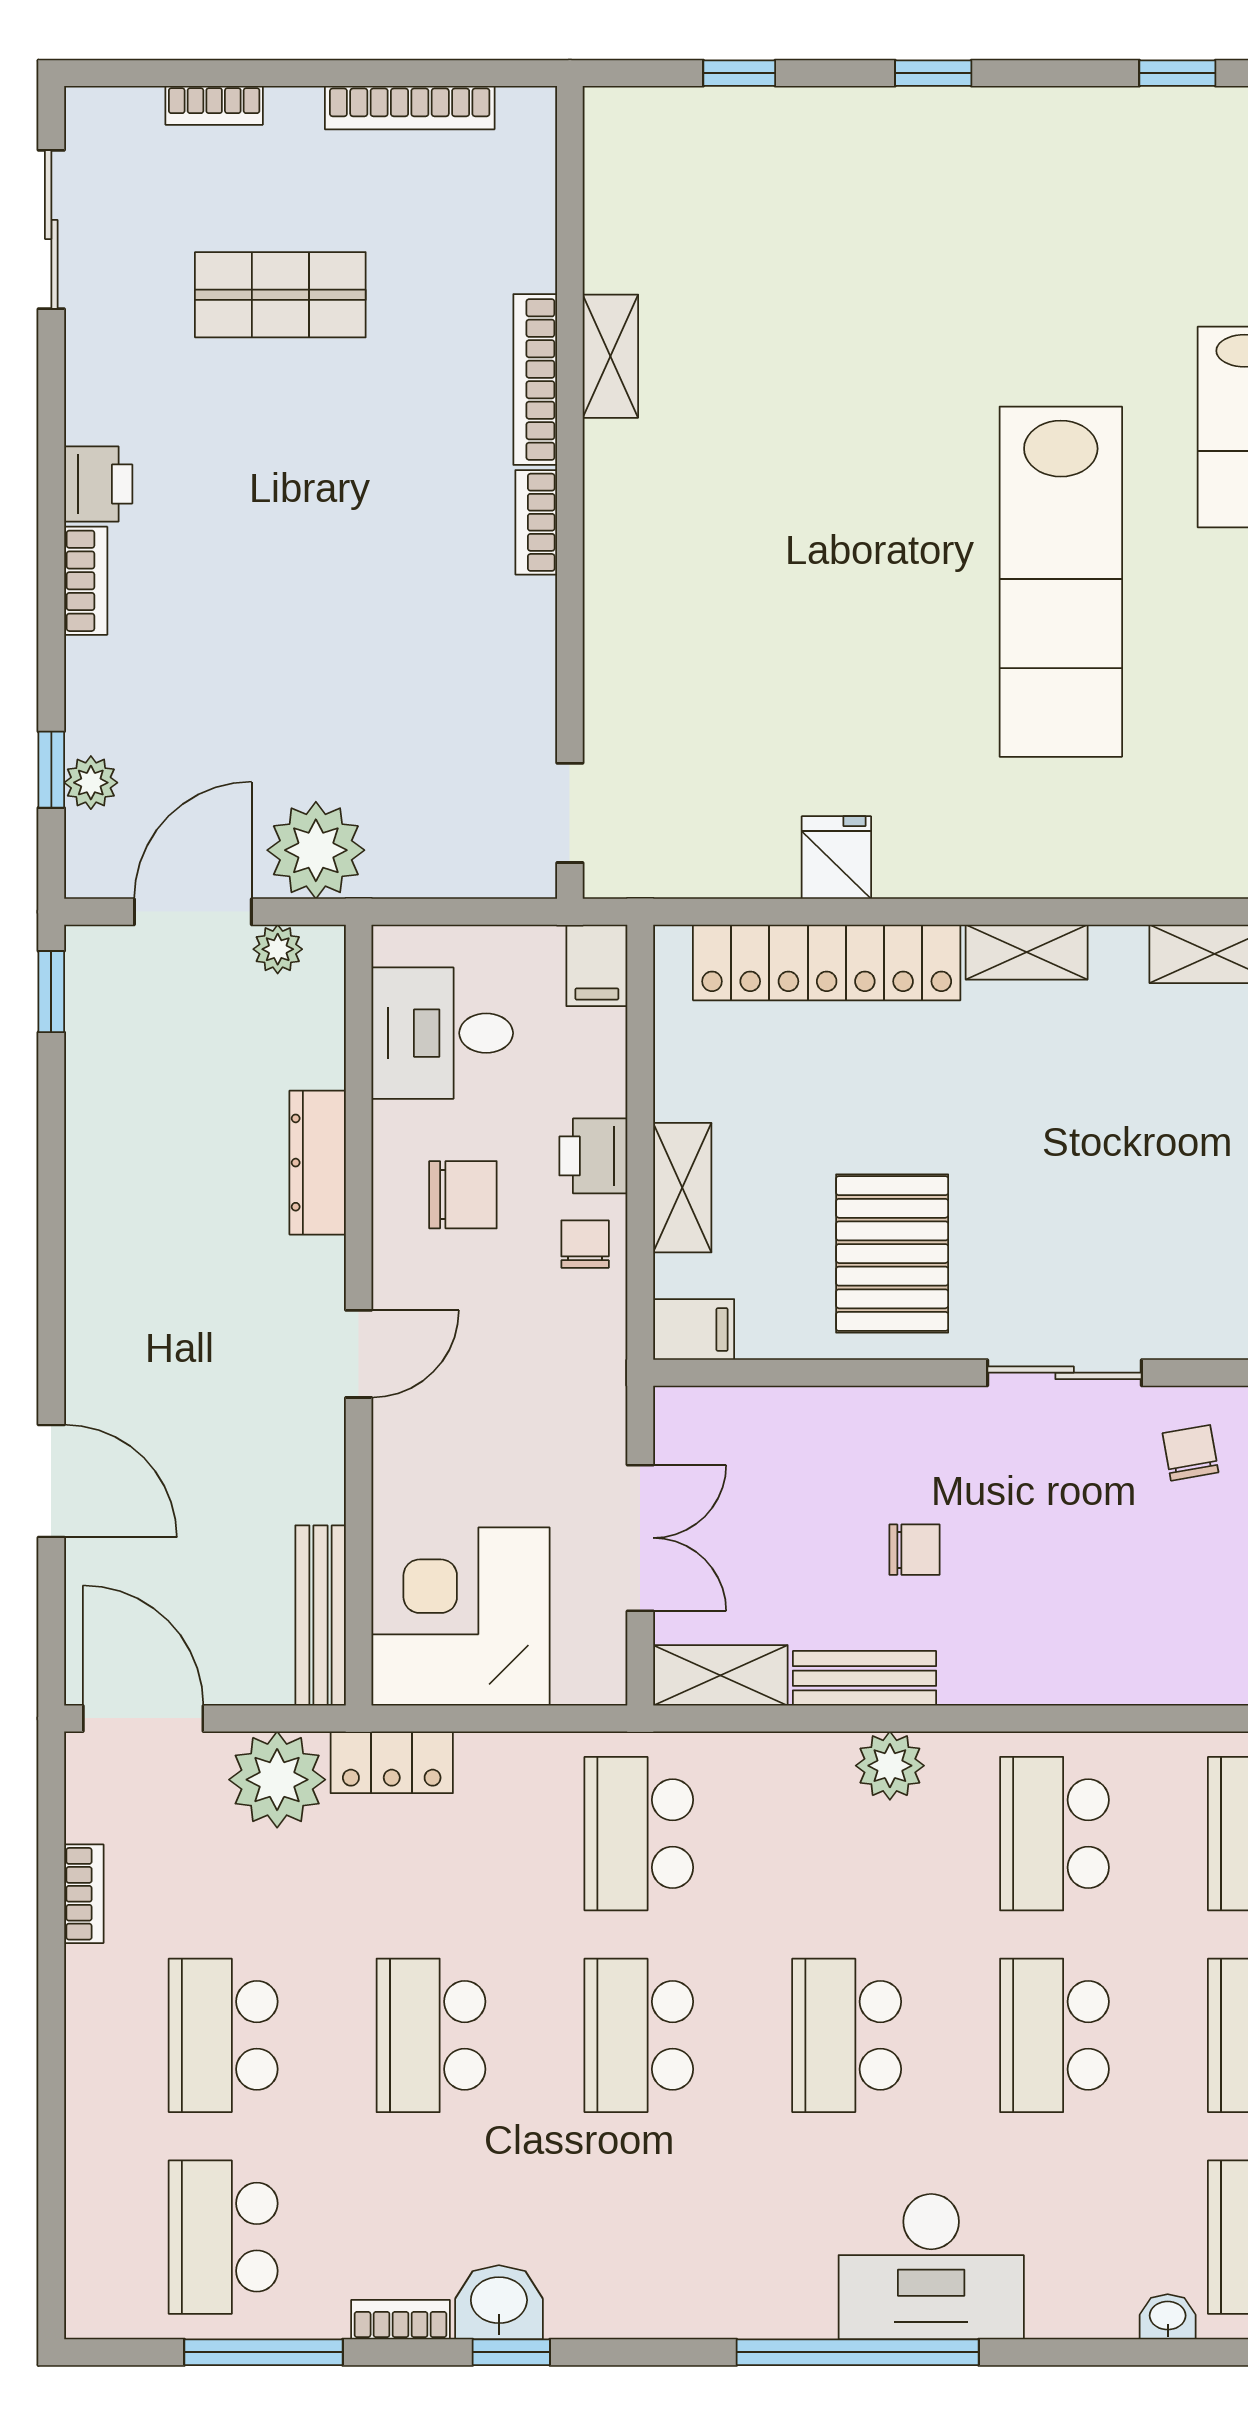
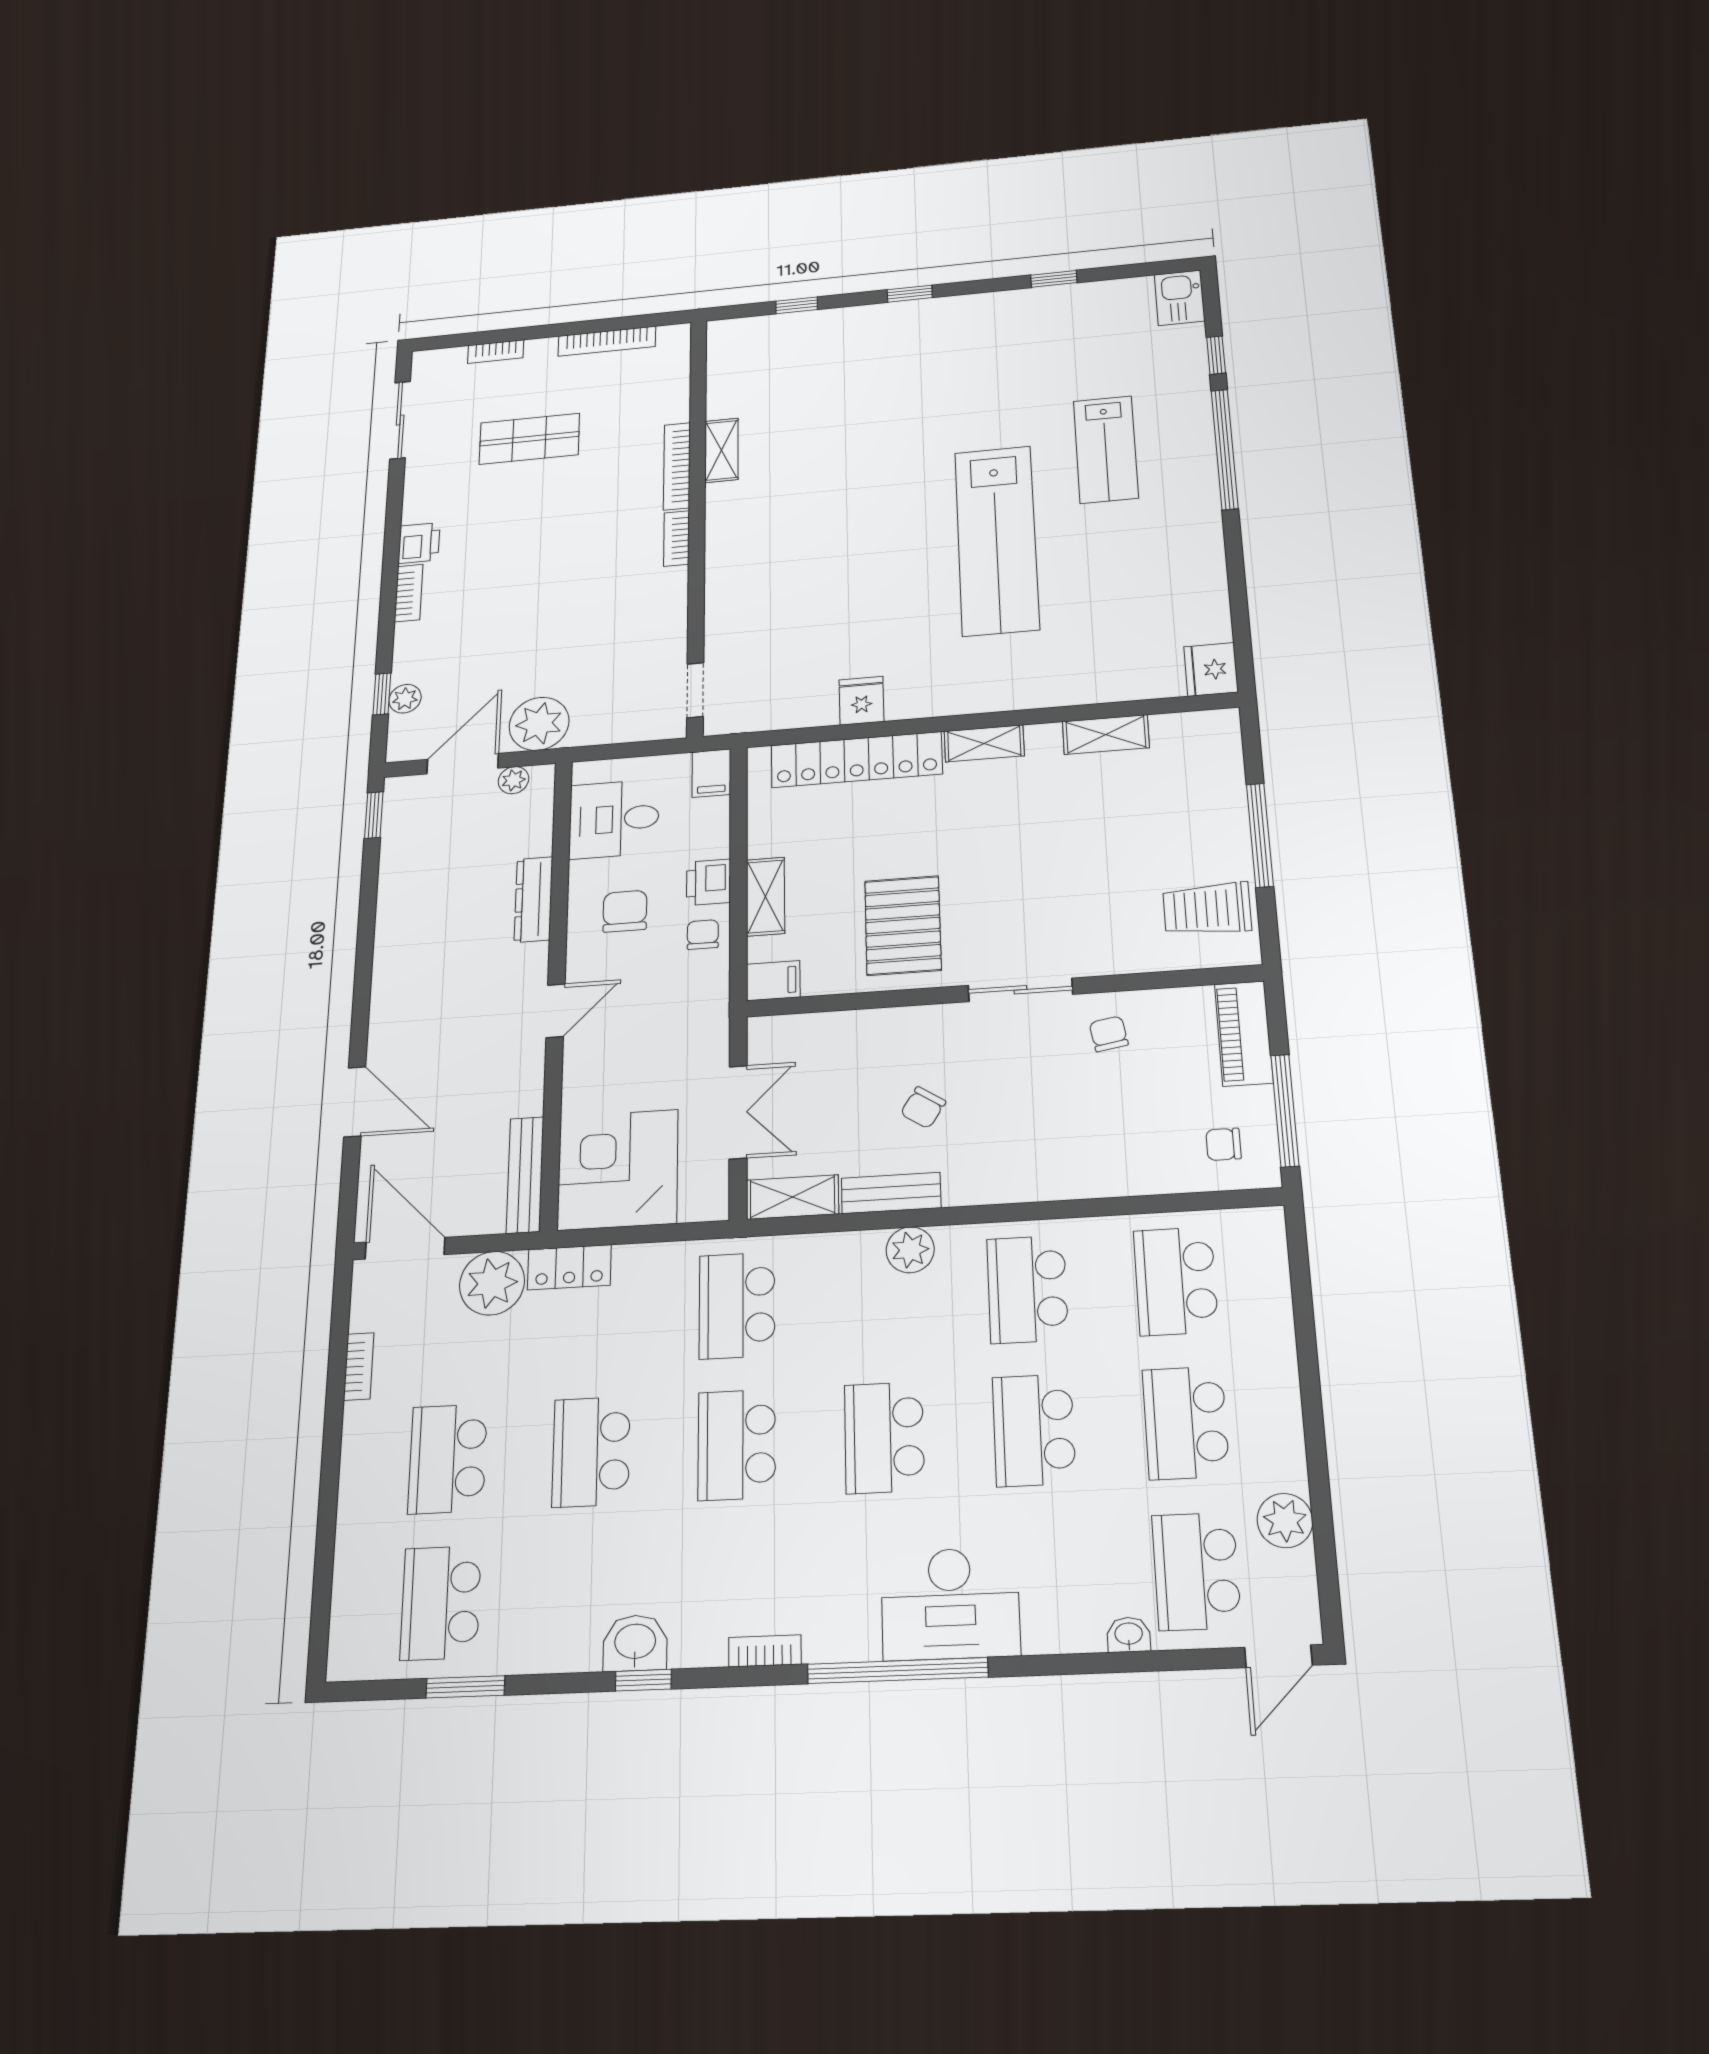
chair: (463, 1195) -> (625, 911), turned -90
chair: (914, 1550) -> (923, 1108), turned 123
bookcase: (401, 2320) -> (765, 1651), moved
window: (264, 2352) -> (465, 1687), width x0.69

